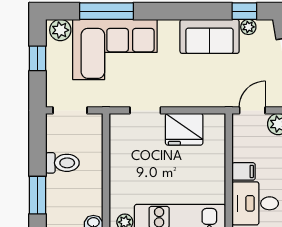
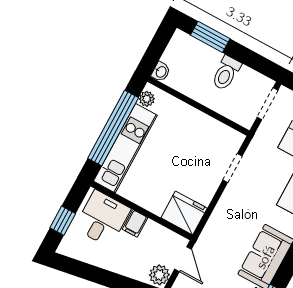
fridge: (184, 129) -> (184, 213), moved, turned 90

